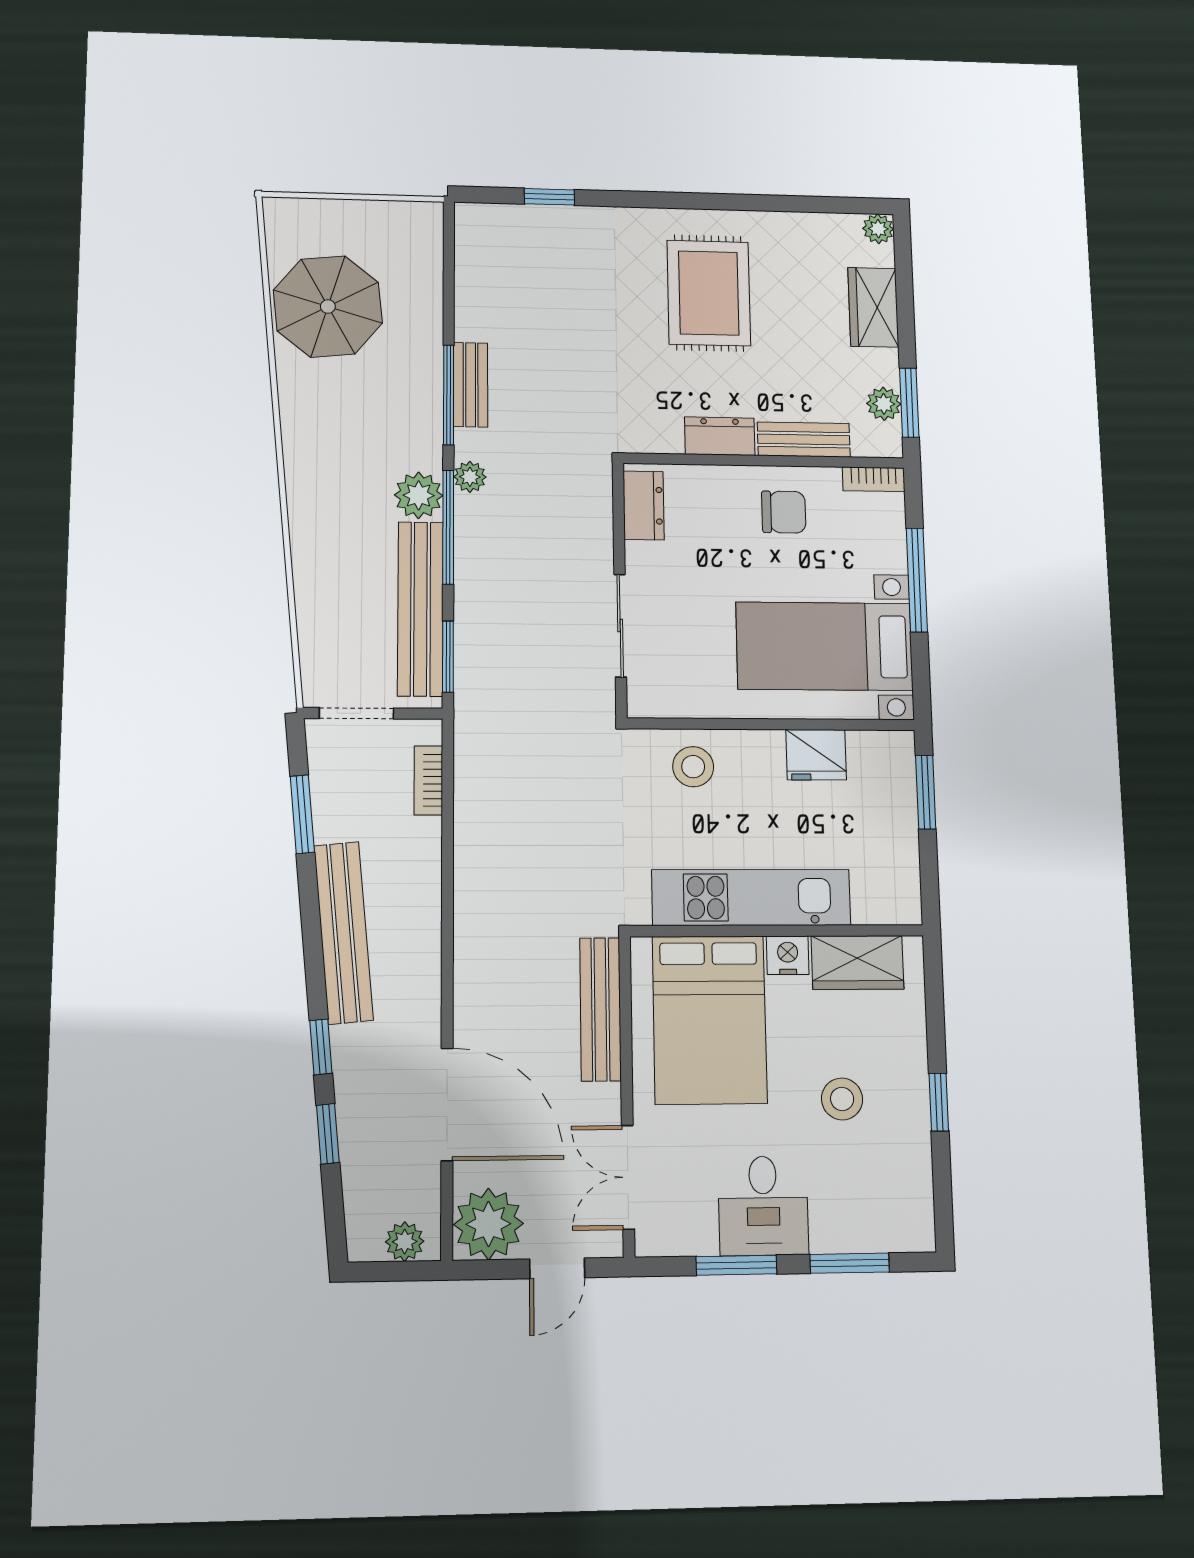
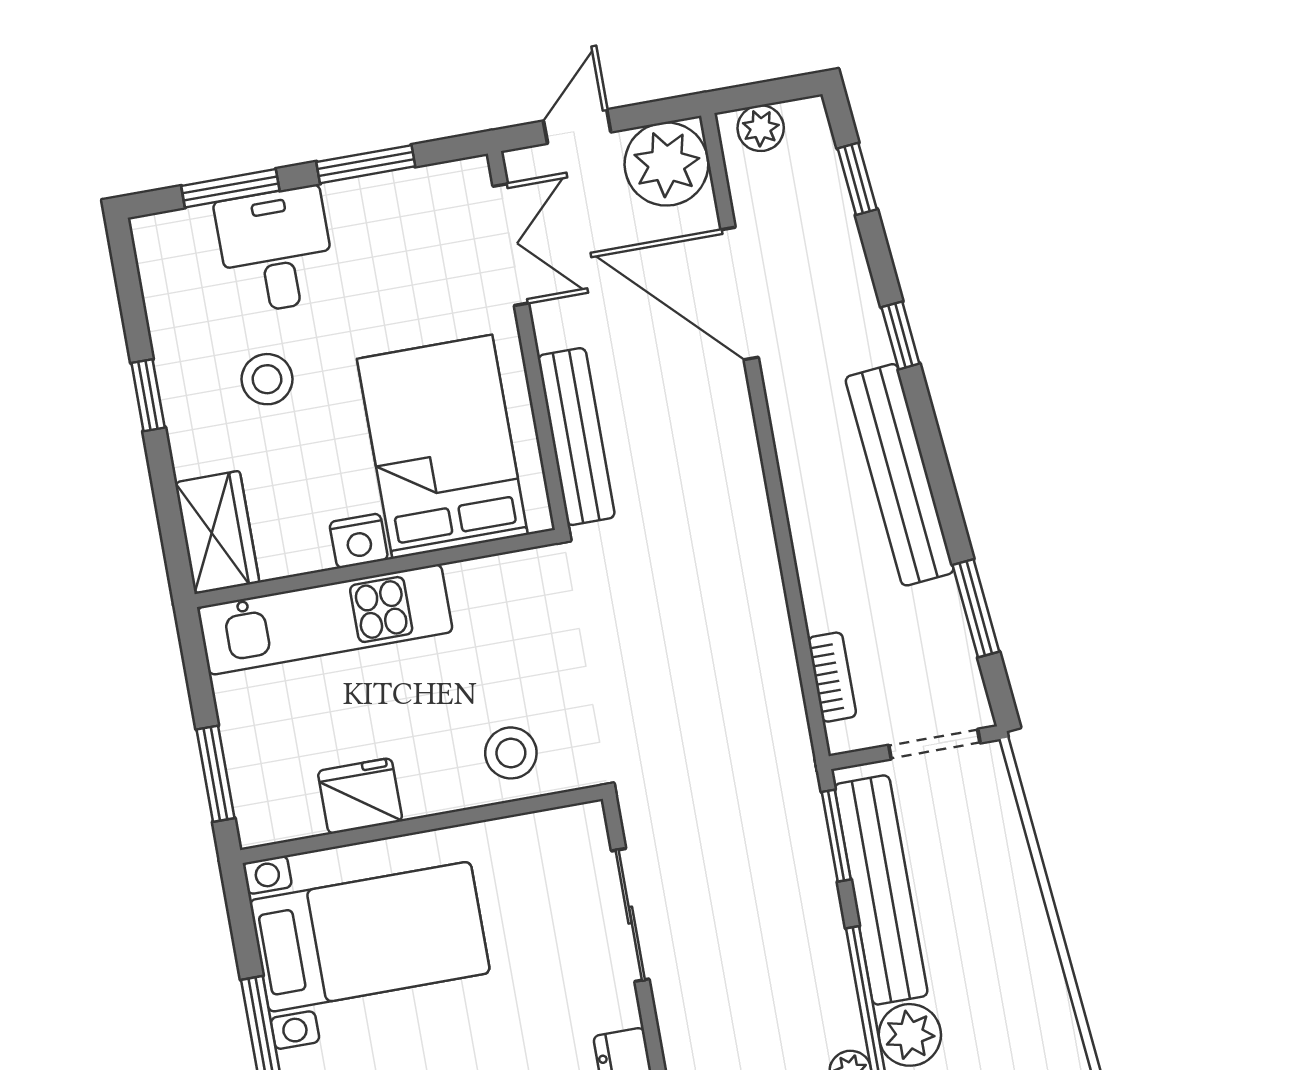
kitchen unit: (751, 897) -> (325, 619), moved
wardrobe: (858, 962) -> (217, 532), moved, turned 90
window: (328, 1134) -> (857, 179), moved
desk: (763, 1206) -> (276, 250), moved

